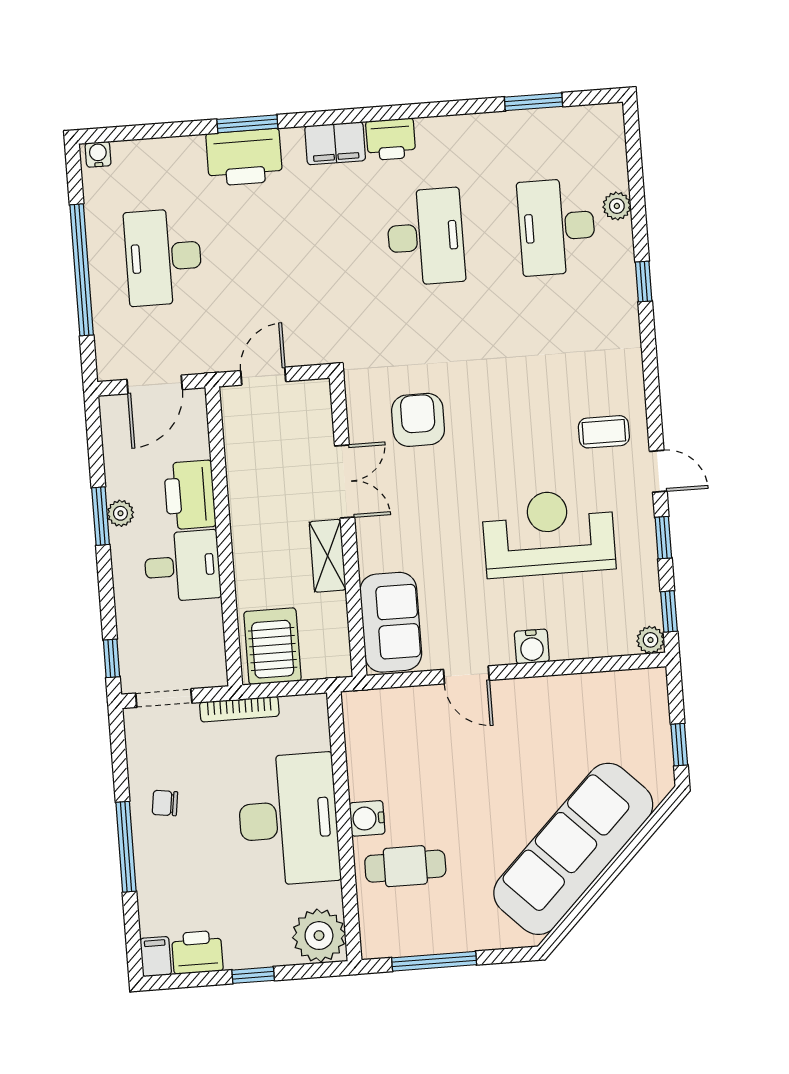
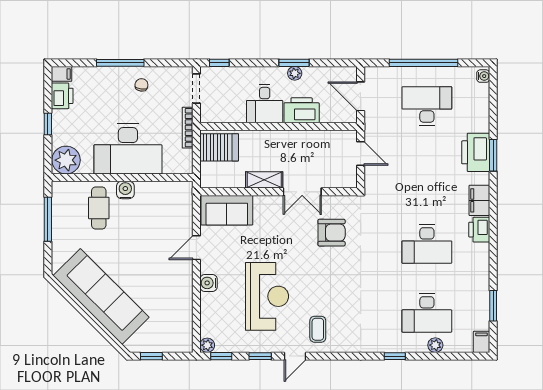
filing cabinet: (604, 119) -> (482, 342), added
desk: (557, 227) -> (427, 313), turned 180

